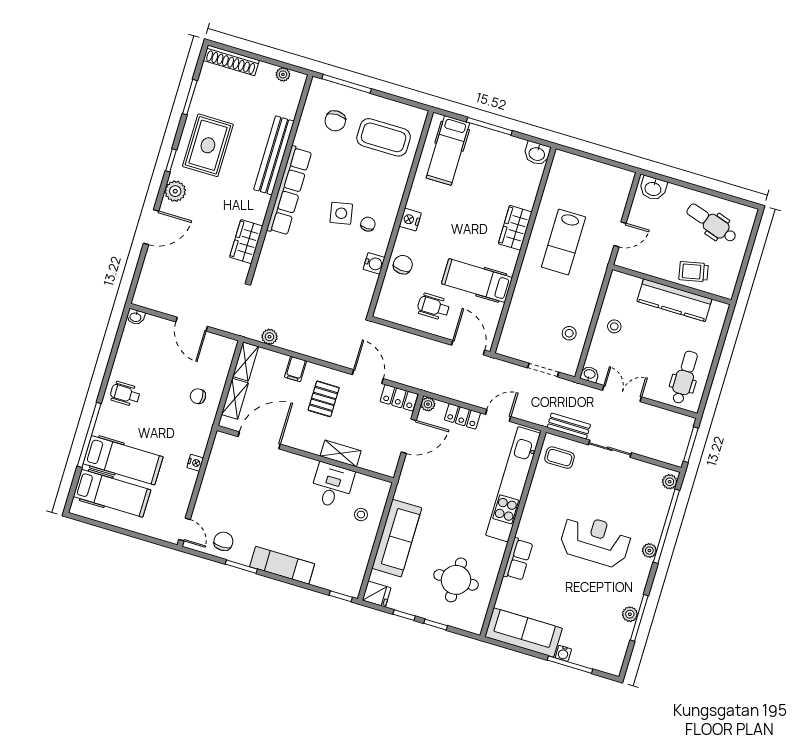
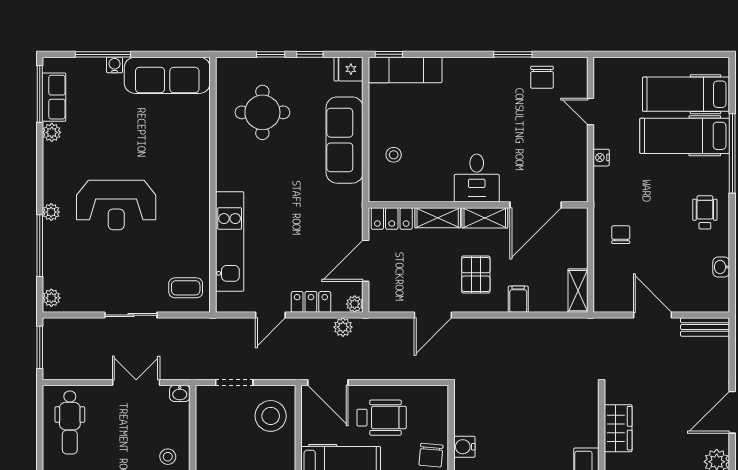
wheelchair: (433, 307) -> (382, 418), width x1.36, depth x1.37
washbasin: (136, 317) -> (721, 267), moved, turned -90
stool: (569, 333) -> (271, 416), moved, width x1.89, depth x1.89
plant: (269, 337) -> (343, 327), moved
door: (368, 377) -> (433, 315), hinge flipped
wheelchair: (125, 394) -> (705, 212), turned -90
double door: (622, 394) -> (136, 382), swing flipped
chair: (198, 396) -> (621, 235), turned -90
locker: (399, 398) -> (392, 219), moved, turned 180
shelving: (235, 399) -> (485, 218), moved, turned 90
bench: (569, 426) -> (705, 327), moved
kitchen unit: (513, 484) -> (230, 241), width x0.73
desk: (332, 486) -> (477, 178), moved
window: (666, 526) -> (40, 246), width x0.68
door: (185, 530) -> (590, 111), moved
row of seats: (518, 559) -> (54, 97), moved, turned 180
exam couch: (282, 565) -> (405, 70), moved
window: (639, 618) -> (40, 94), moved

